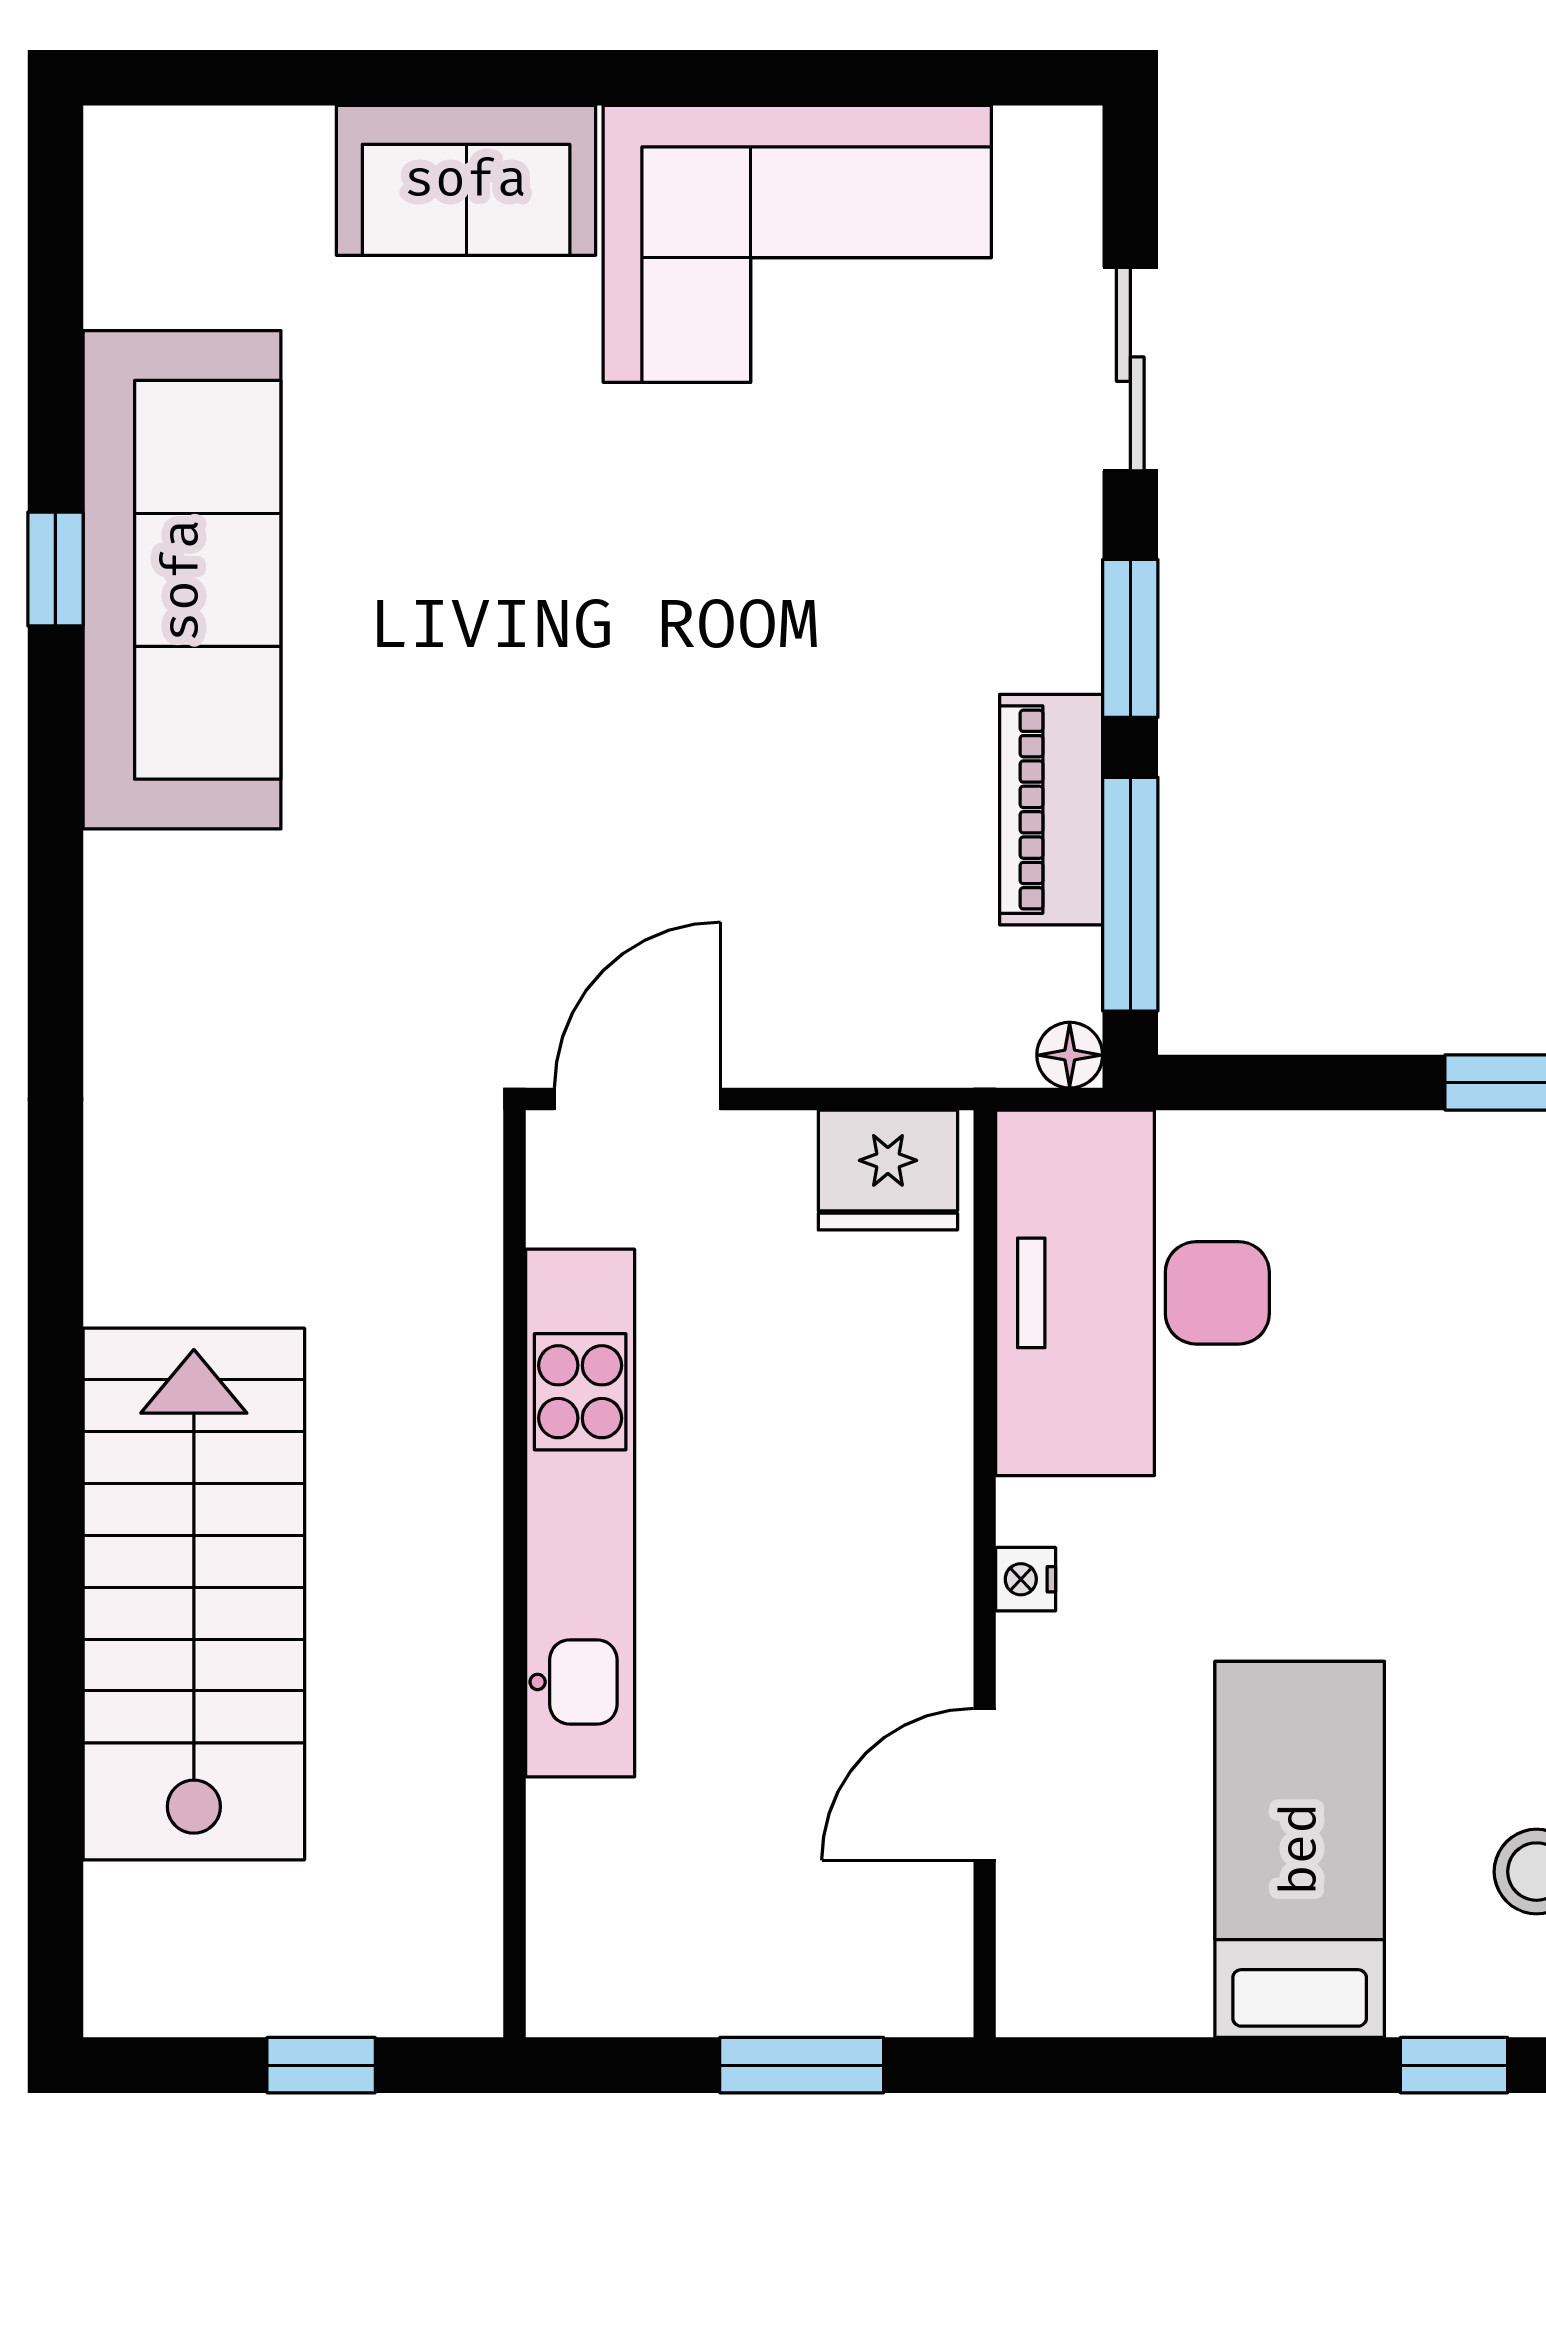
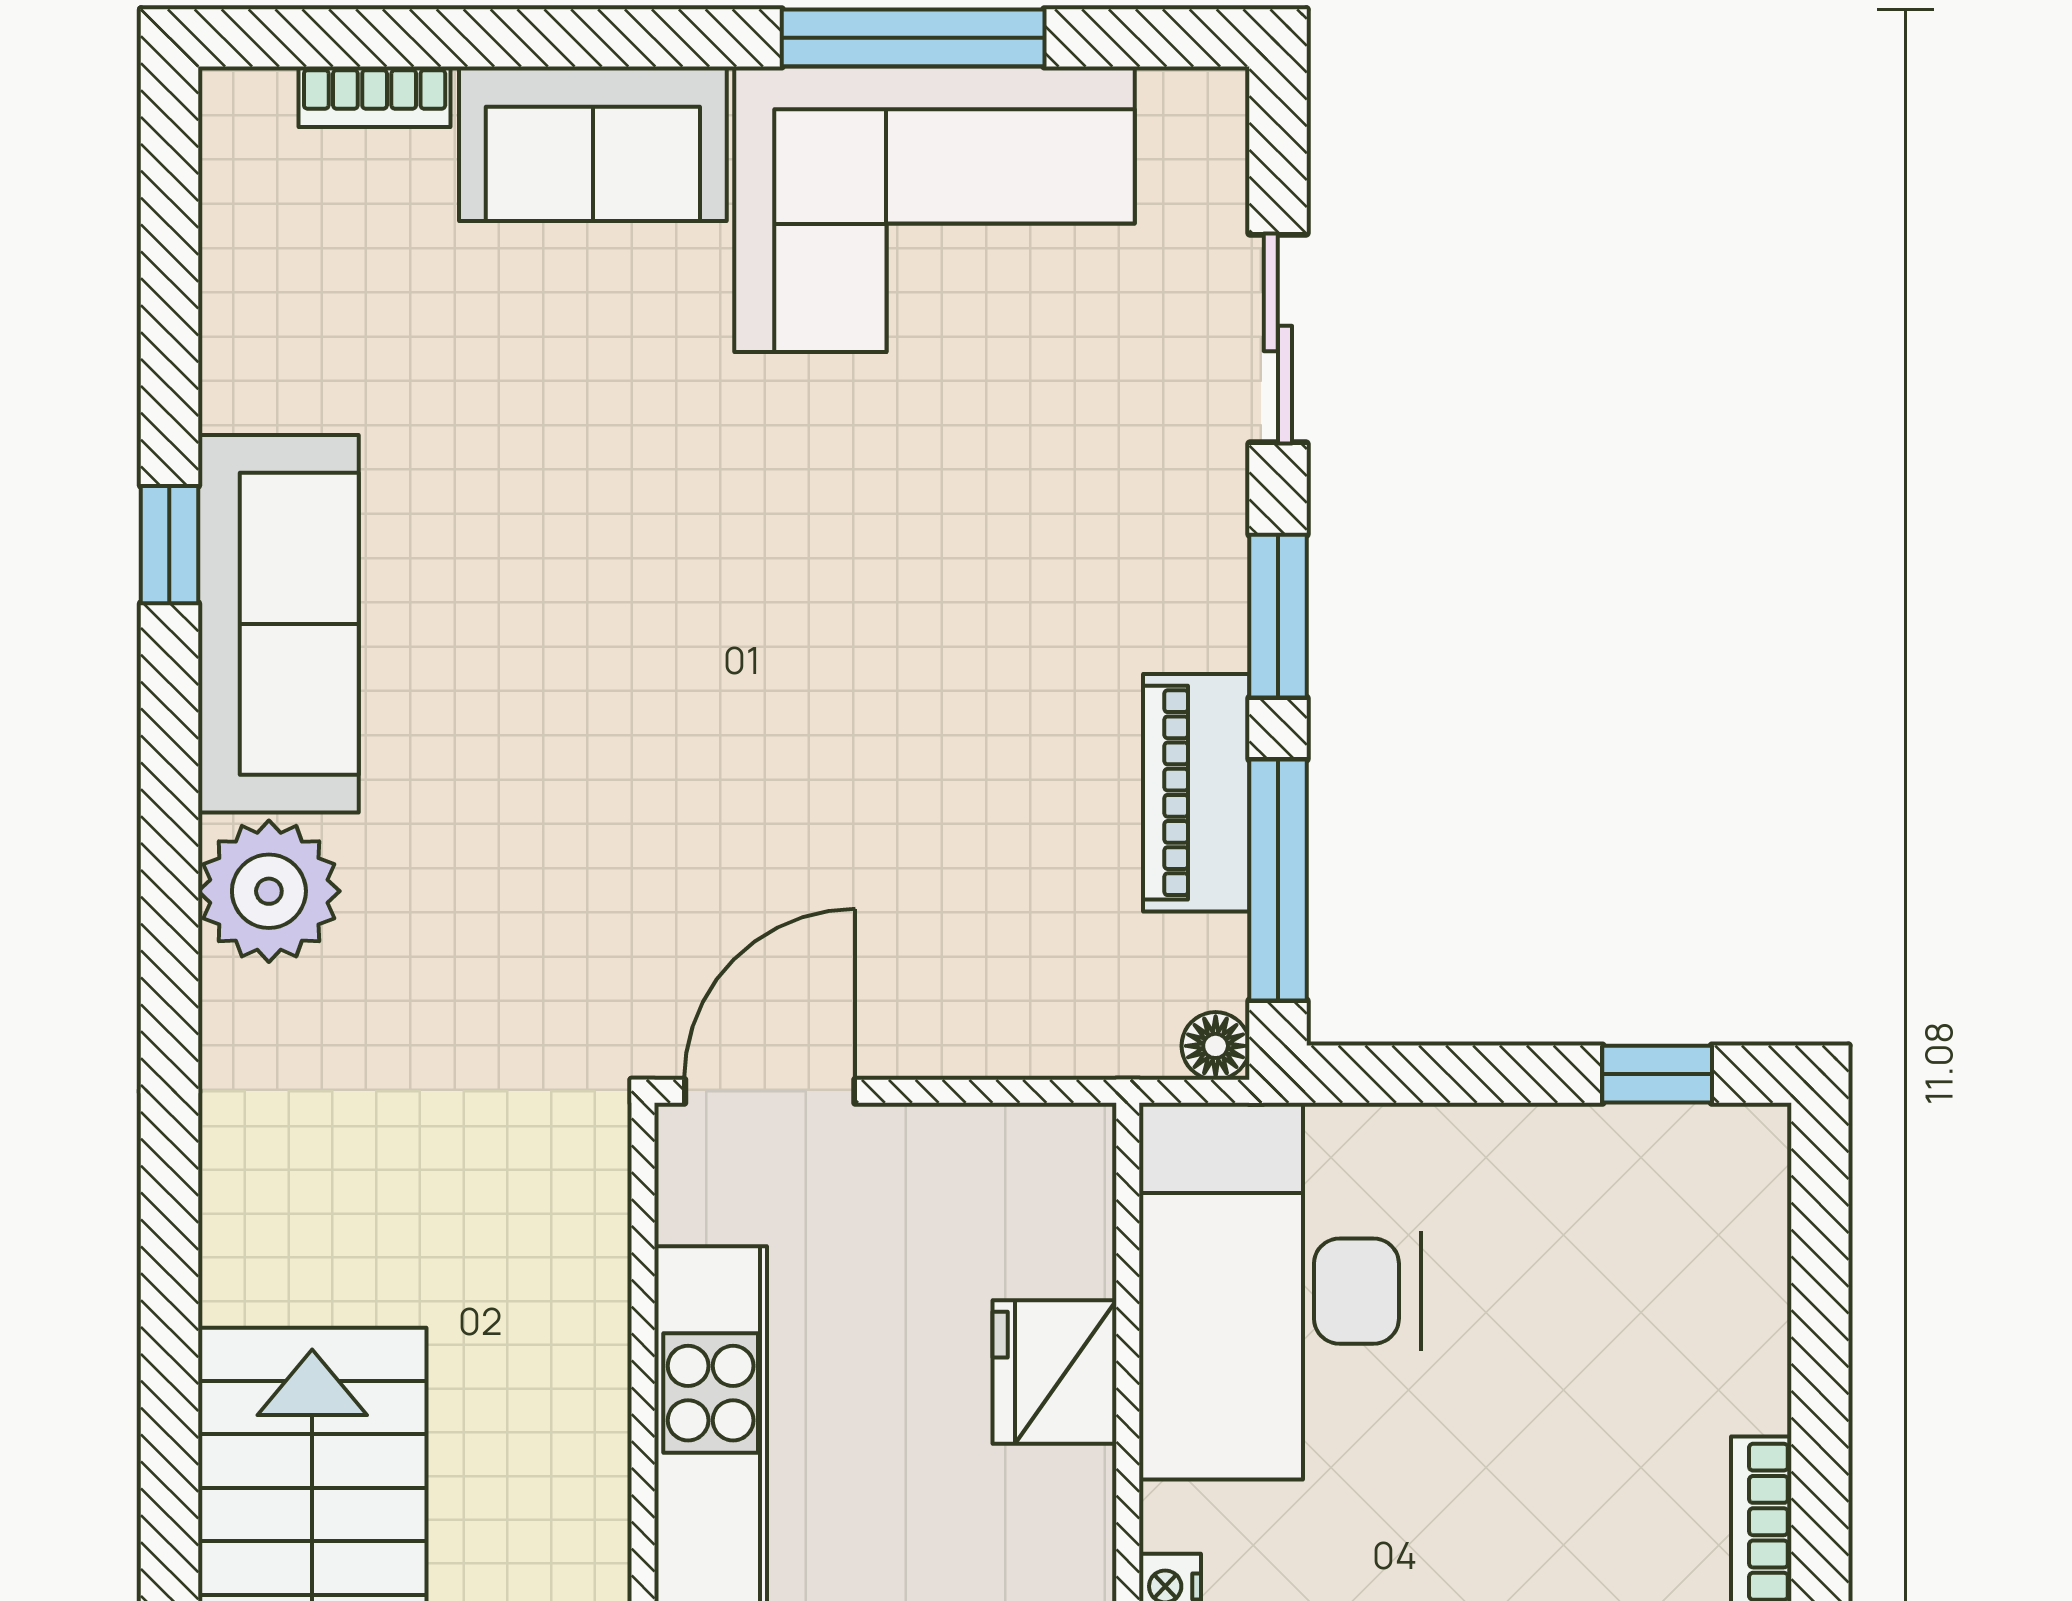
window: (776, 78) -> (913, 38), added
bookcase: (254, 135) -> (375, 97), added
sofa: (182, 580) -> (278, 624), width x0.74, depth x0.79
plant: (152, 905) -> (269, 891), added
fridge: (888, 1170) -> (1055, 1372), moved, turned 90

